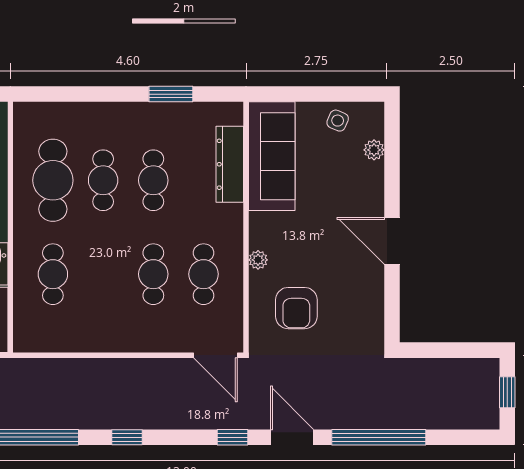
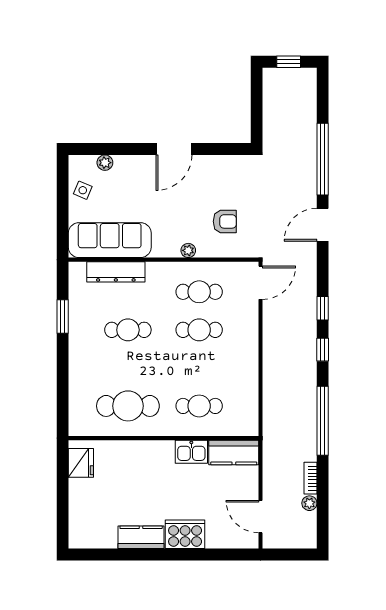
cafe table: (103, 180) -> (128, 368), removed
armchair: (296, 308) -> (225, 221), width x0.72, depth x0.72
window: (232, 437) -> (323, 308), moved

